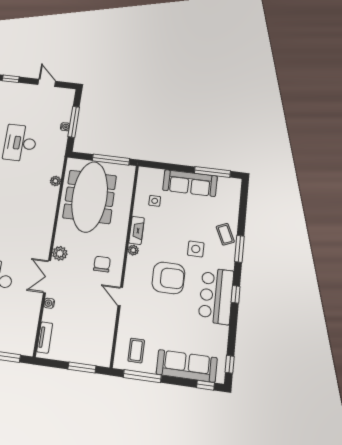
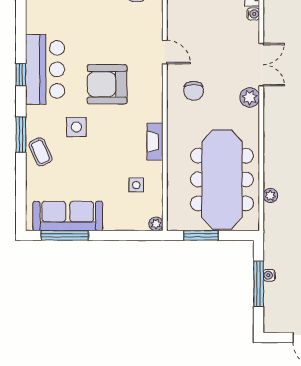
window: (111, 160) -> (201, 235), width x0.69
sofa: (190, 183) -> (68, 216), moved
plant: (133, 250) -> (156, 224), moved
water cooler: (49, 303) -> (253, 14), moved

